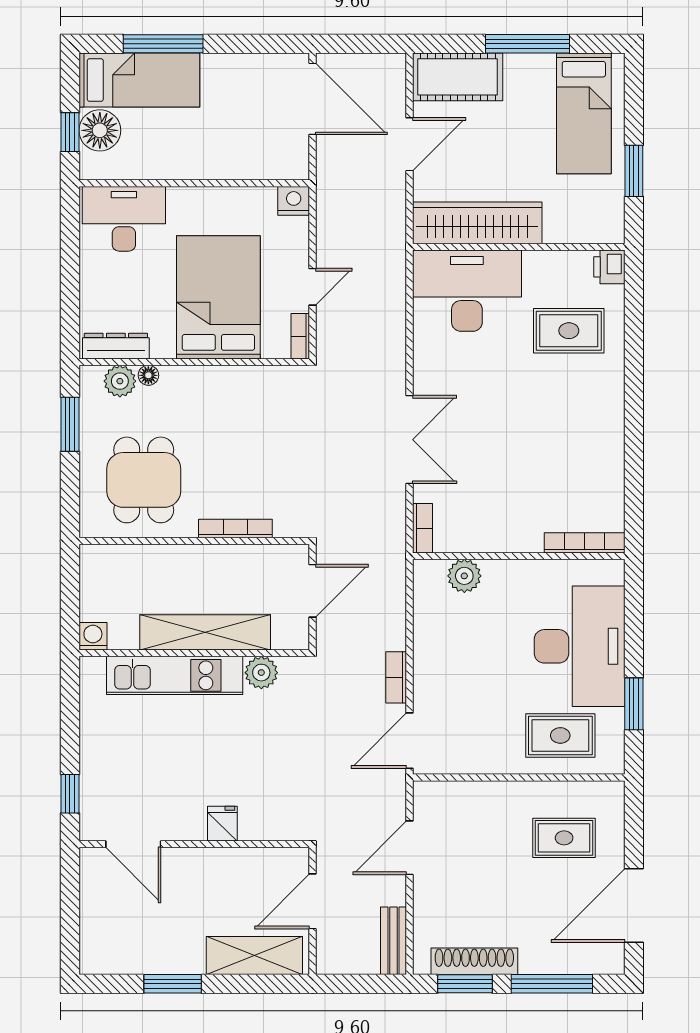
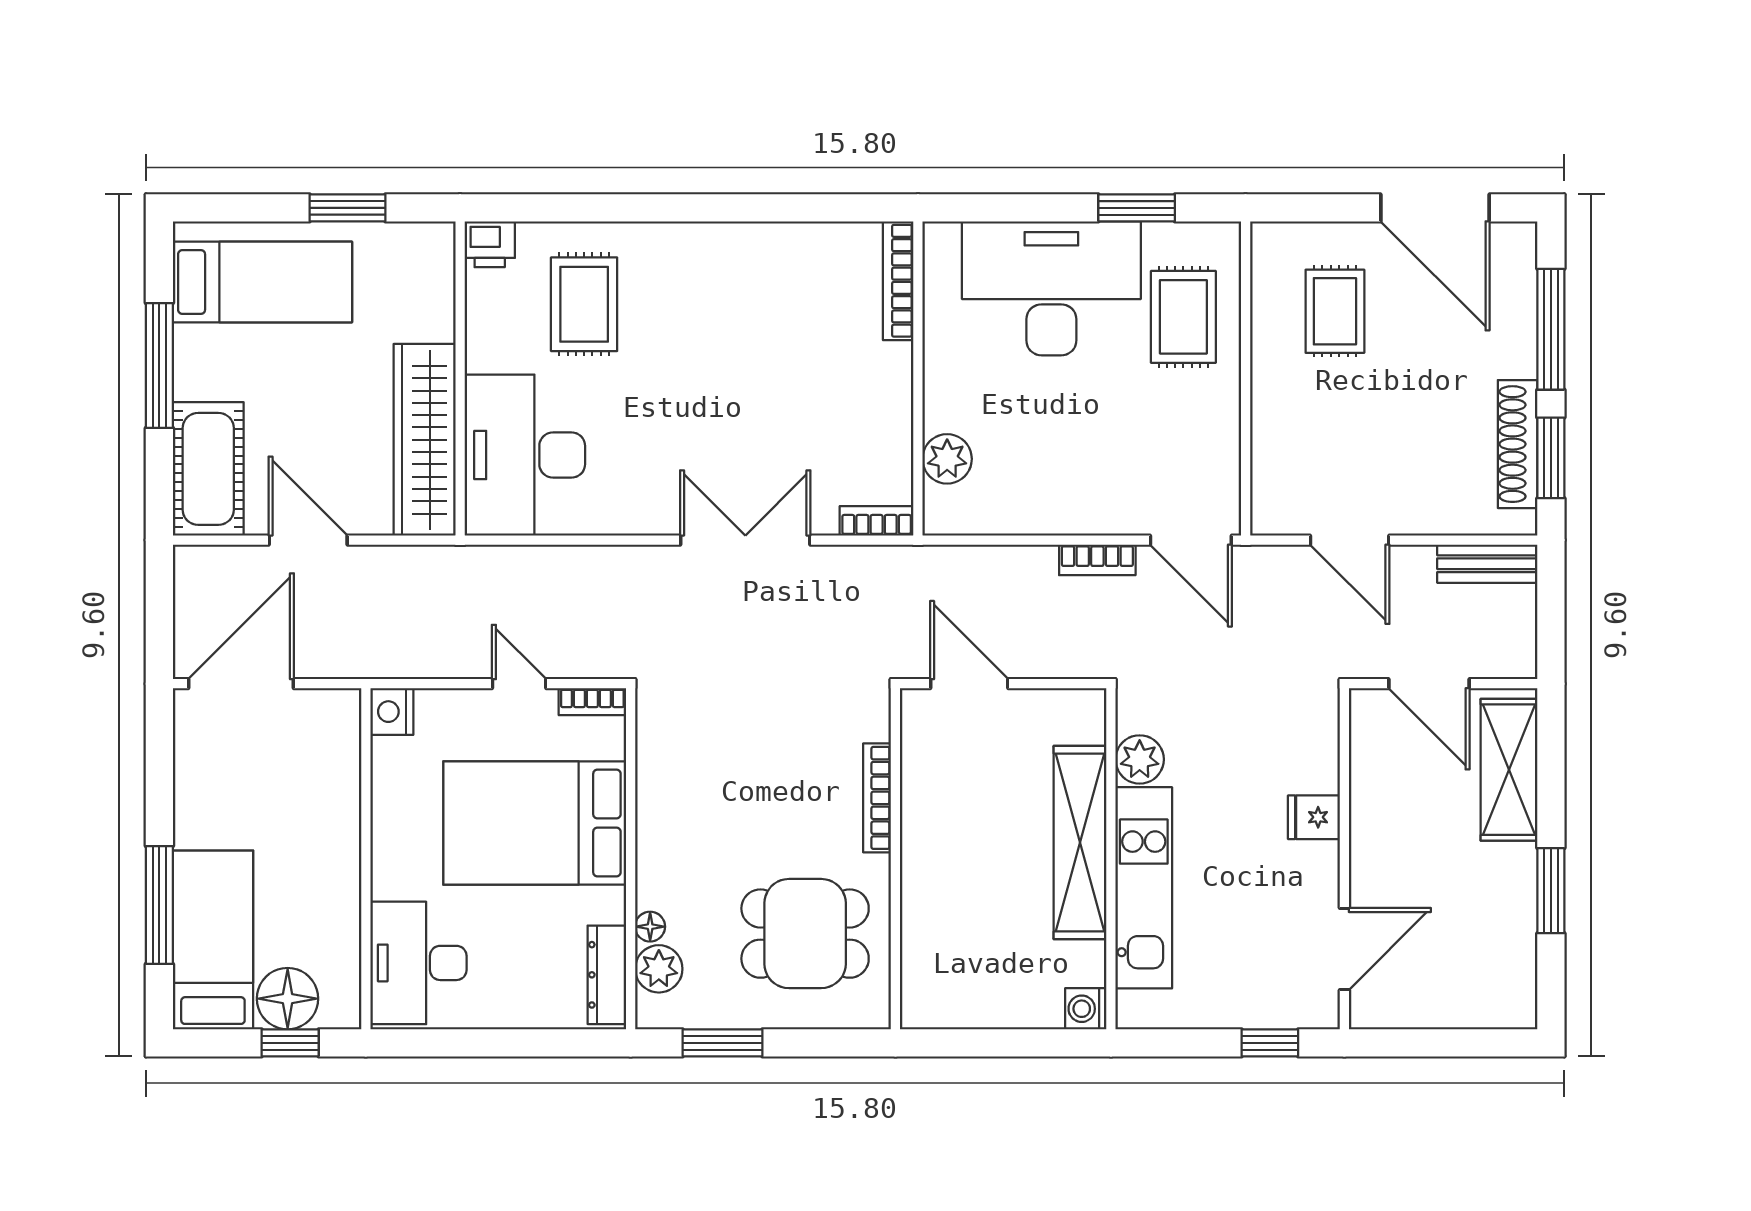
shelving: (205, 632) -> (1080, 842), moved
washing machine: (93, 636) -> (1086, 1009), moved
wall: (194, 653) -> (1111, 859), moved
plant: (261, 673) -> (1140, 759), moved
kitchen unit: (175, 675) -> (1144, 888), moved

